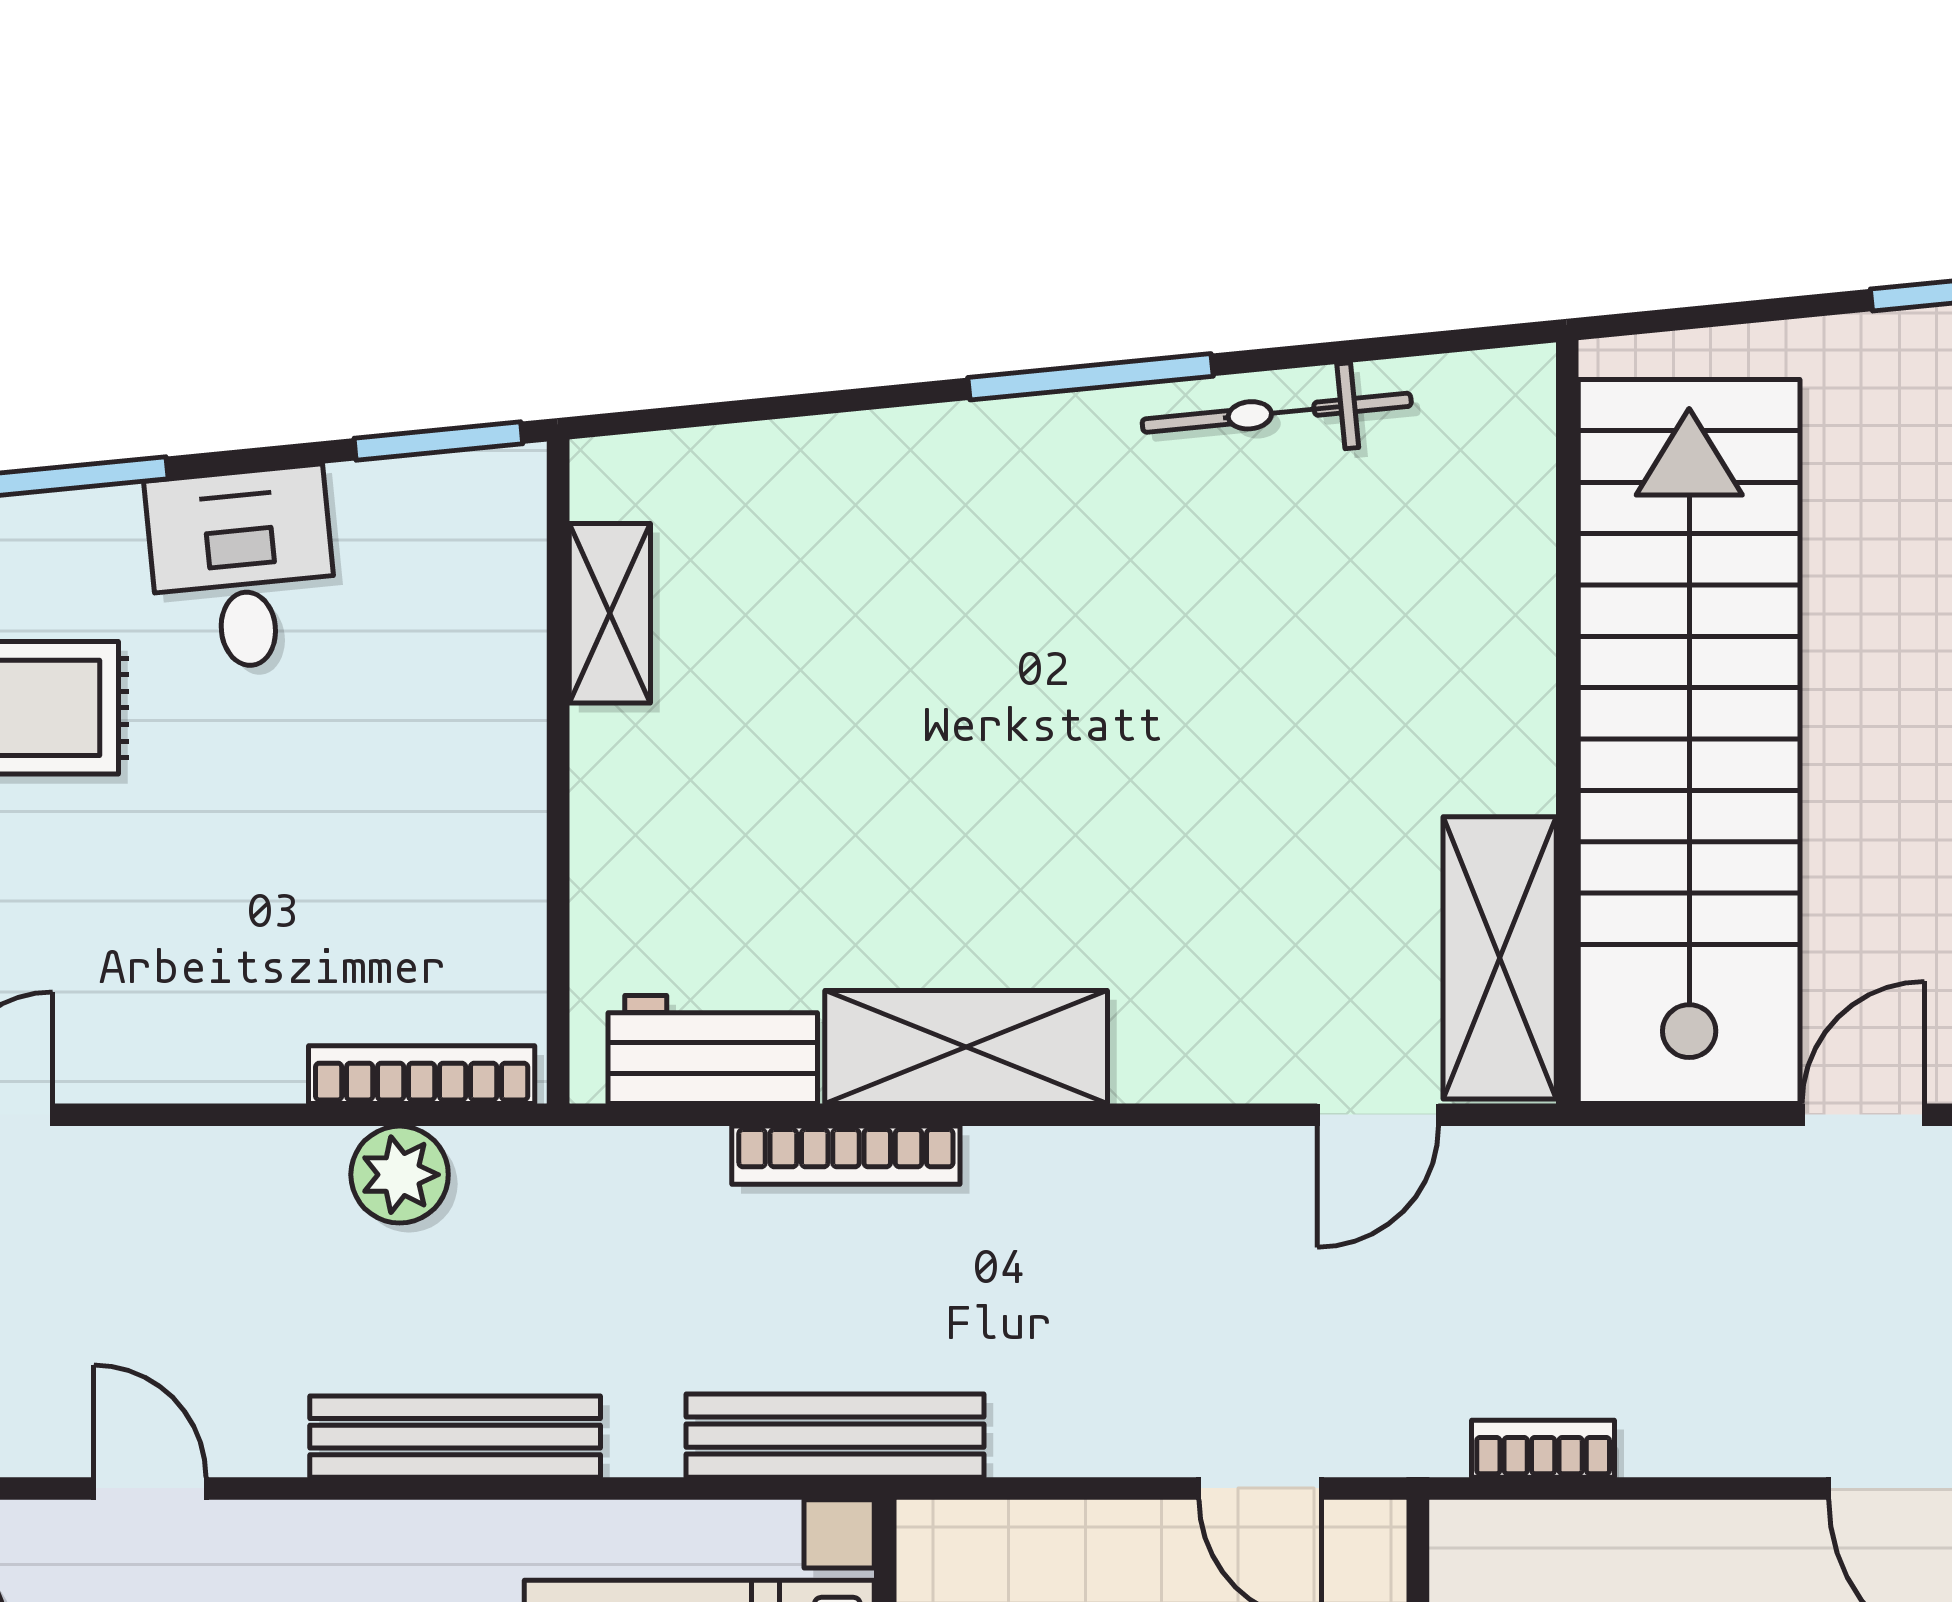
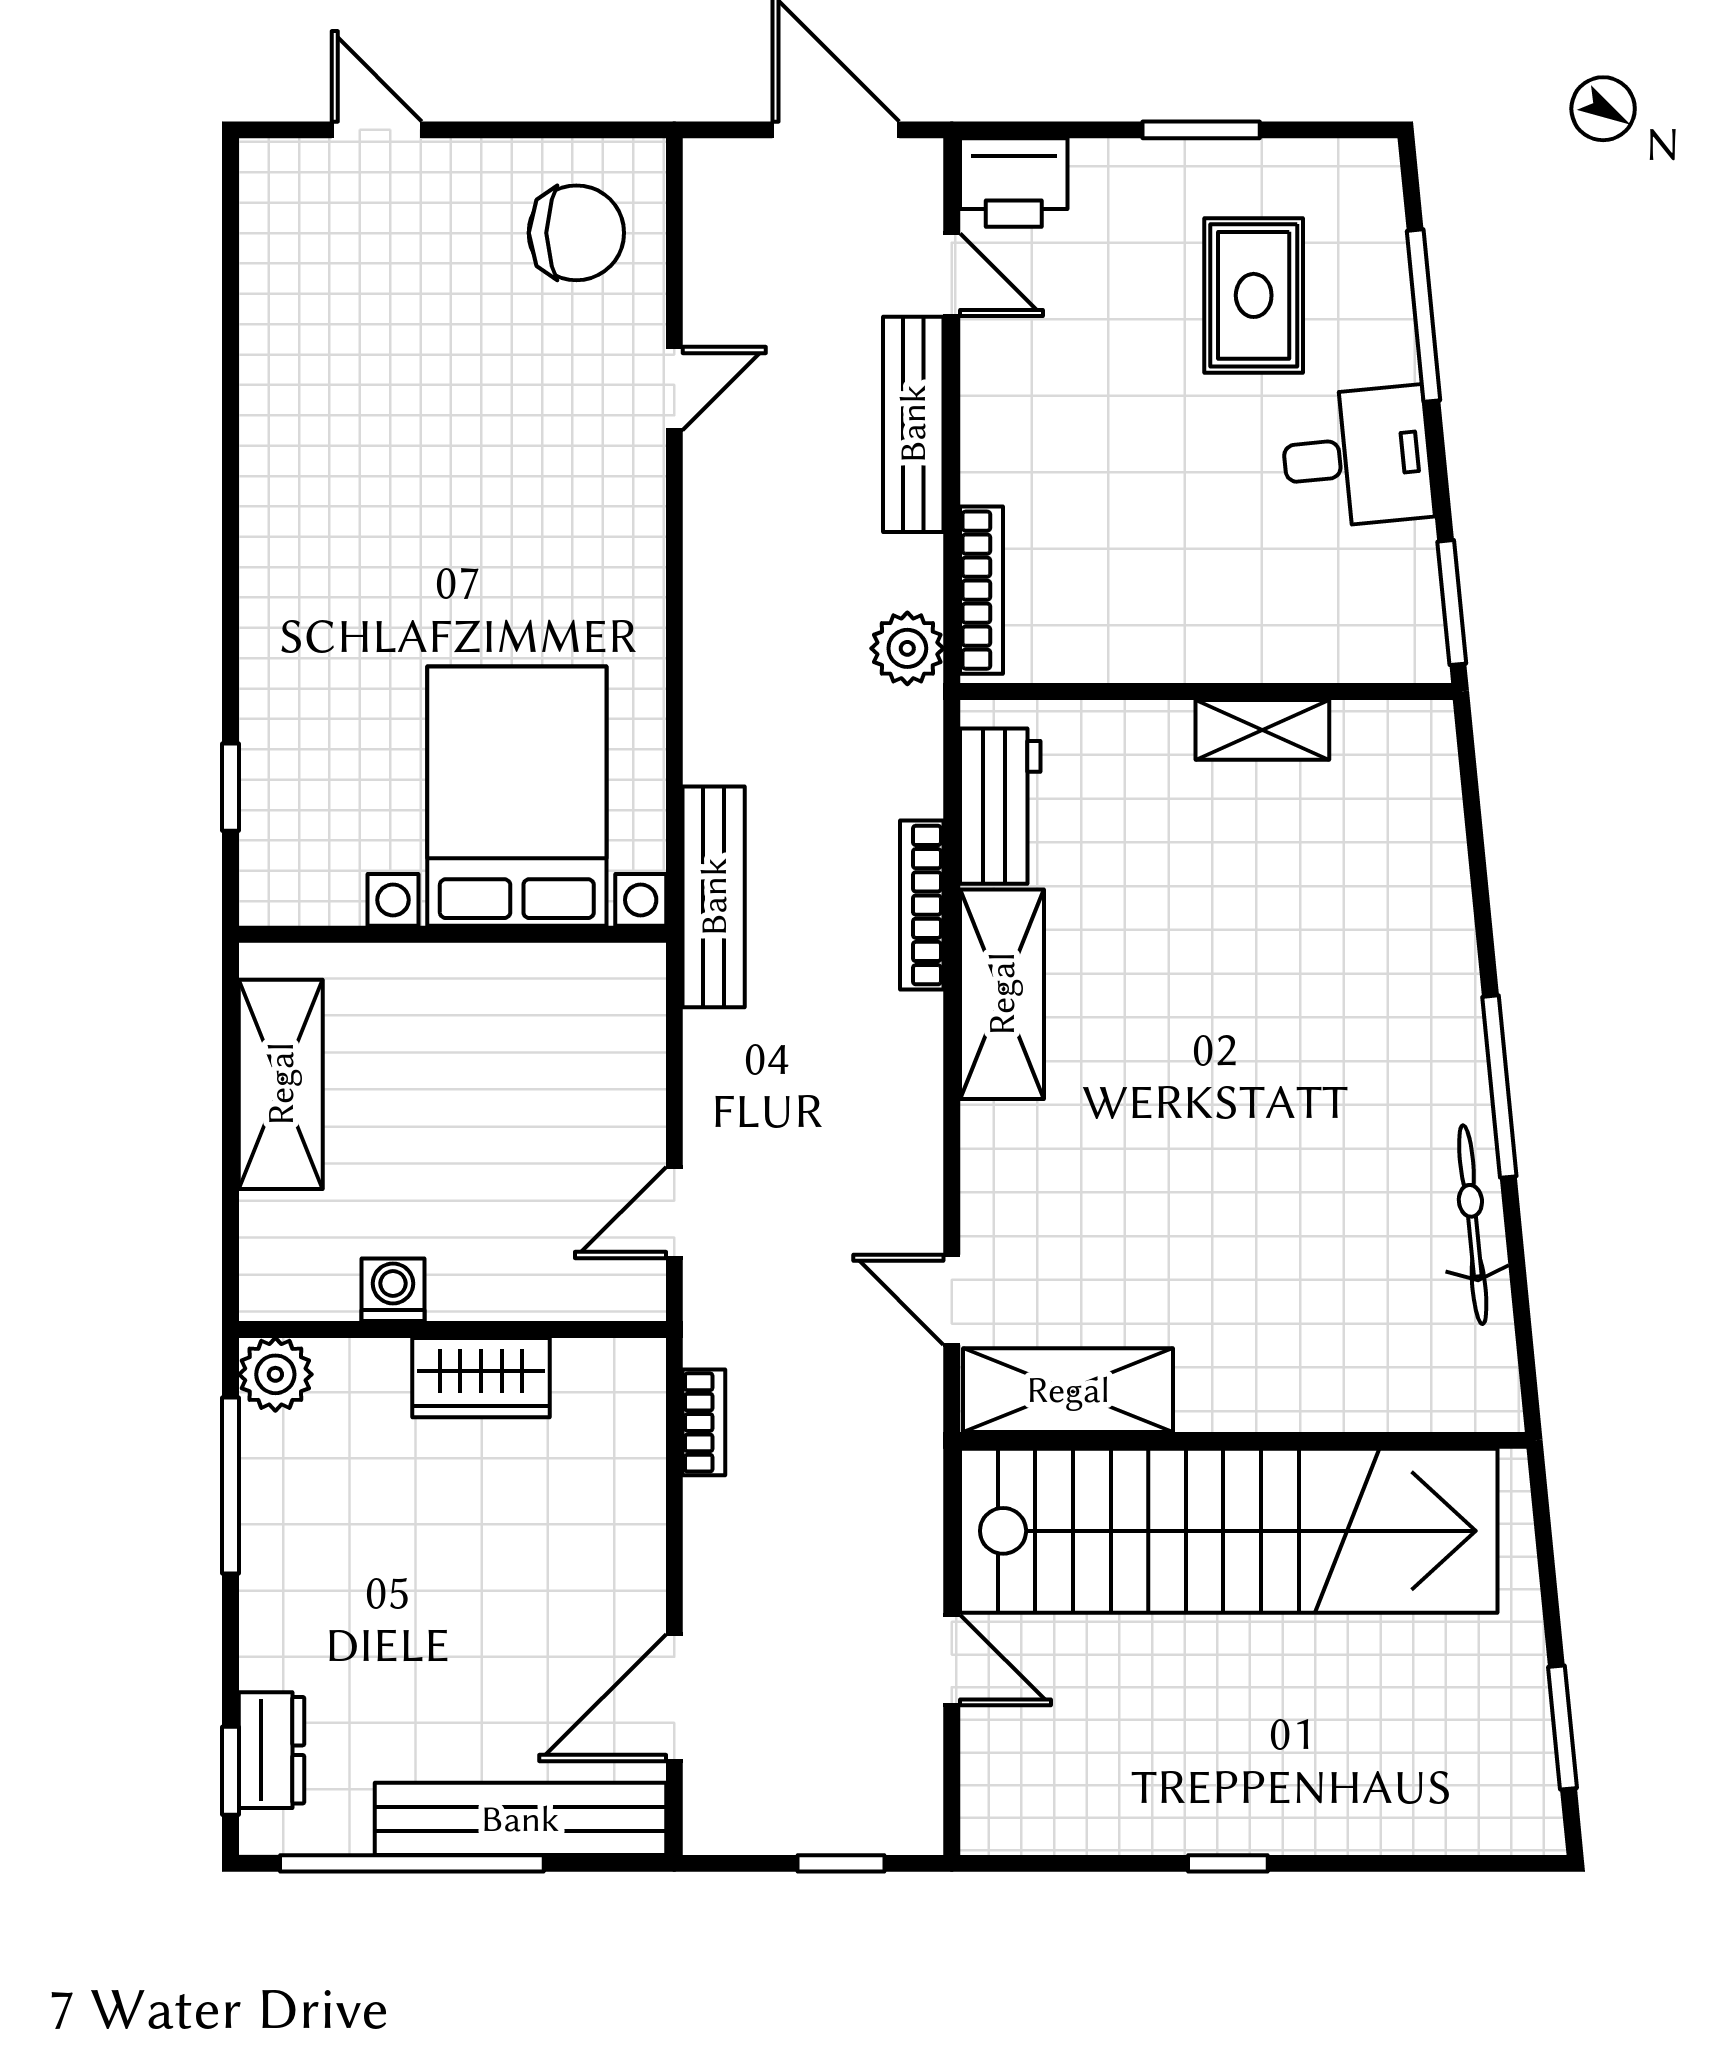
shelving: (610, 613) -> (1262, 730), moved
plant: (400, 1175) -> (907, 648), moved
bench: (455, 1437) -> (913, 424), moved

